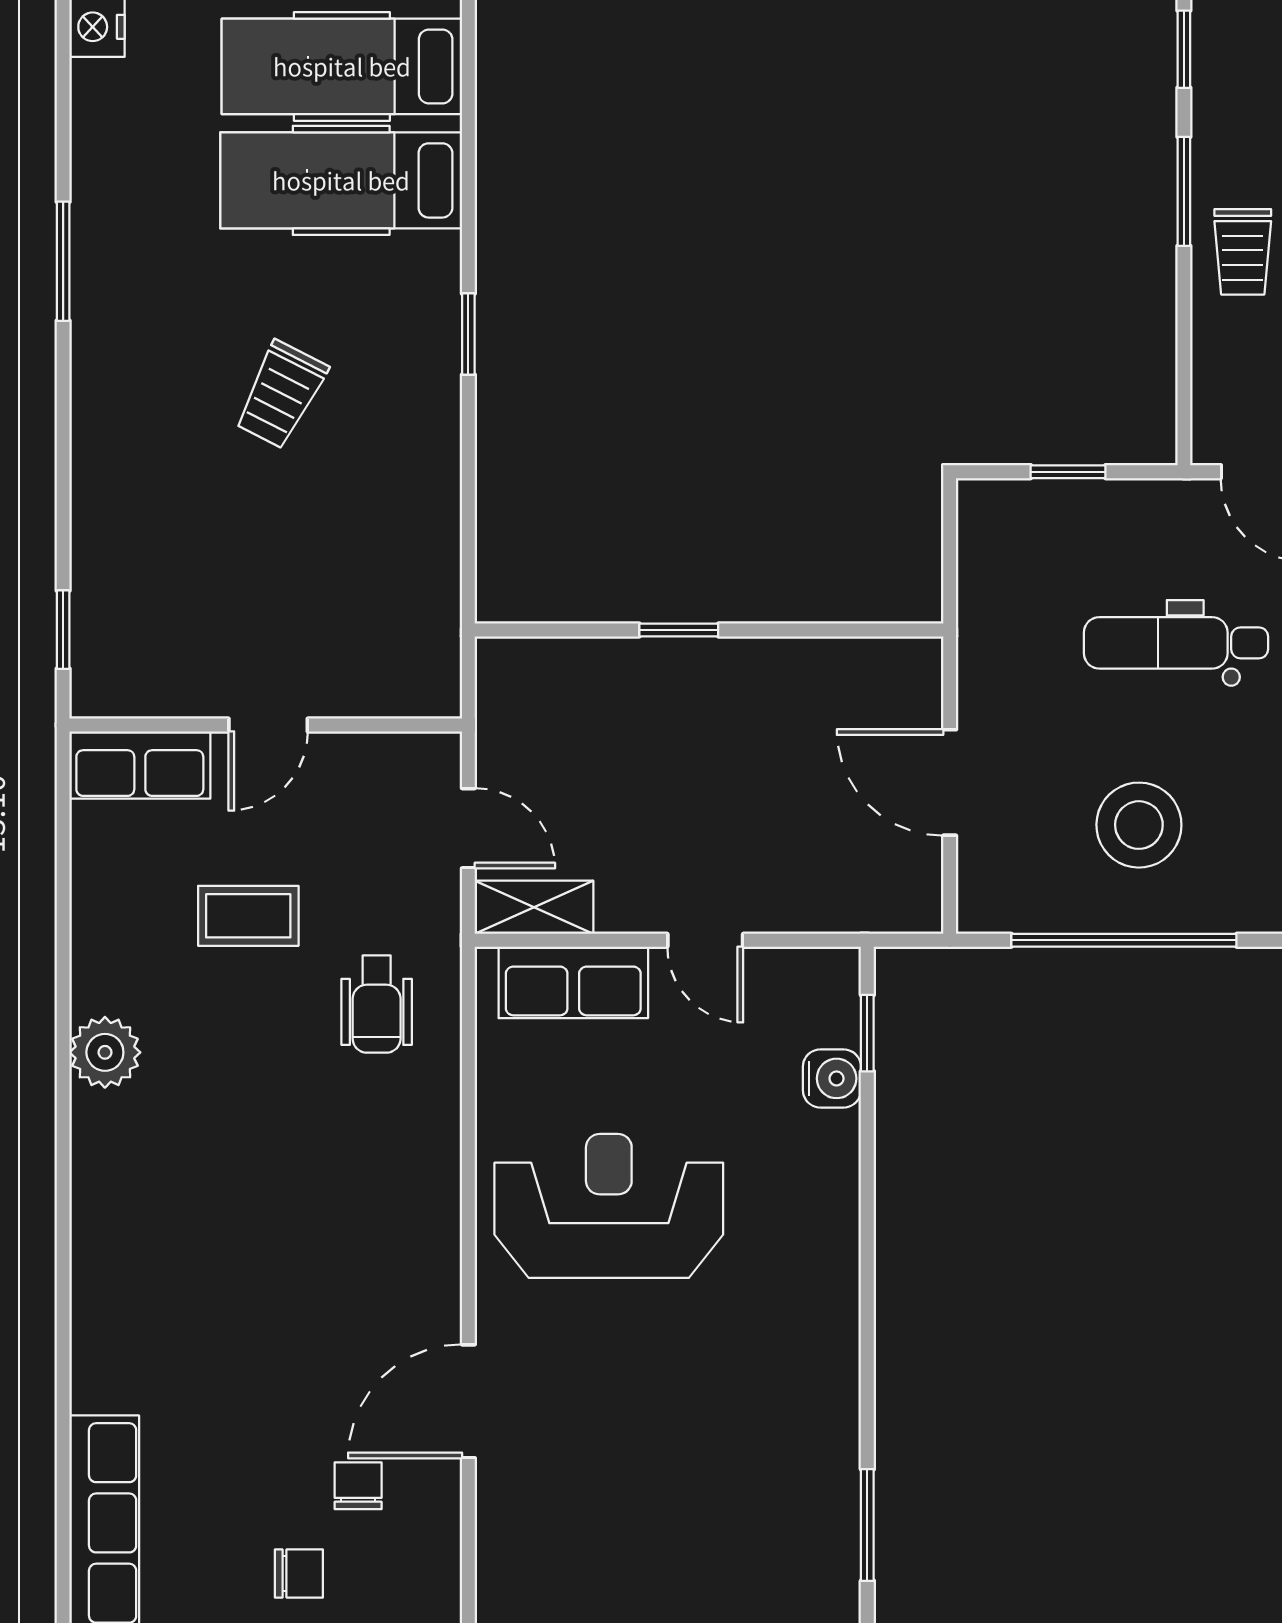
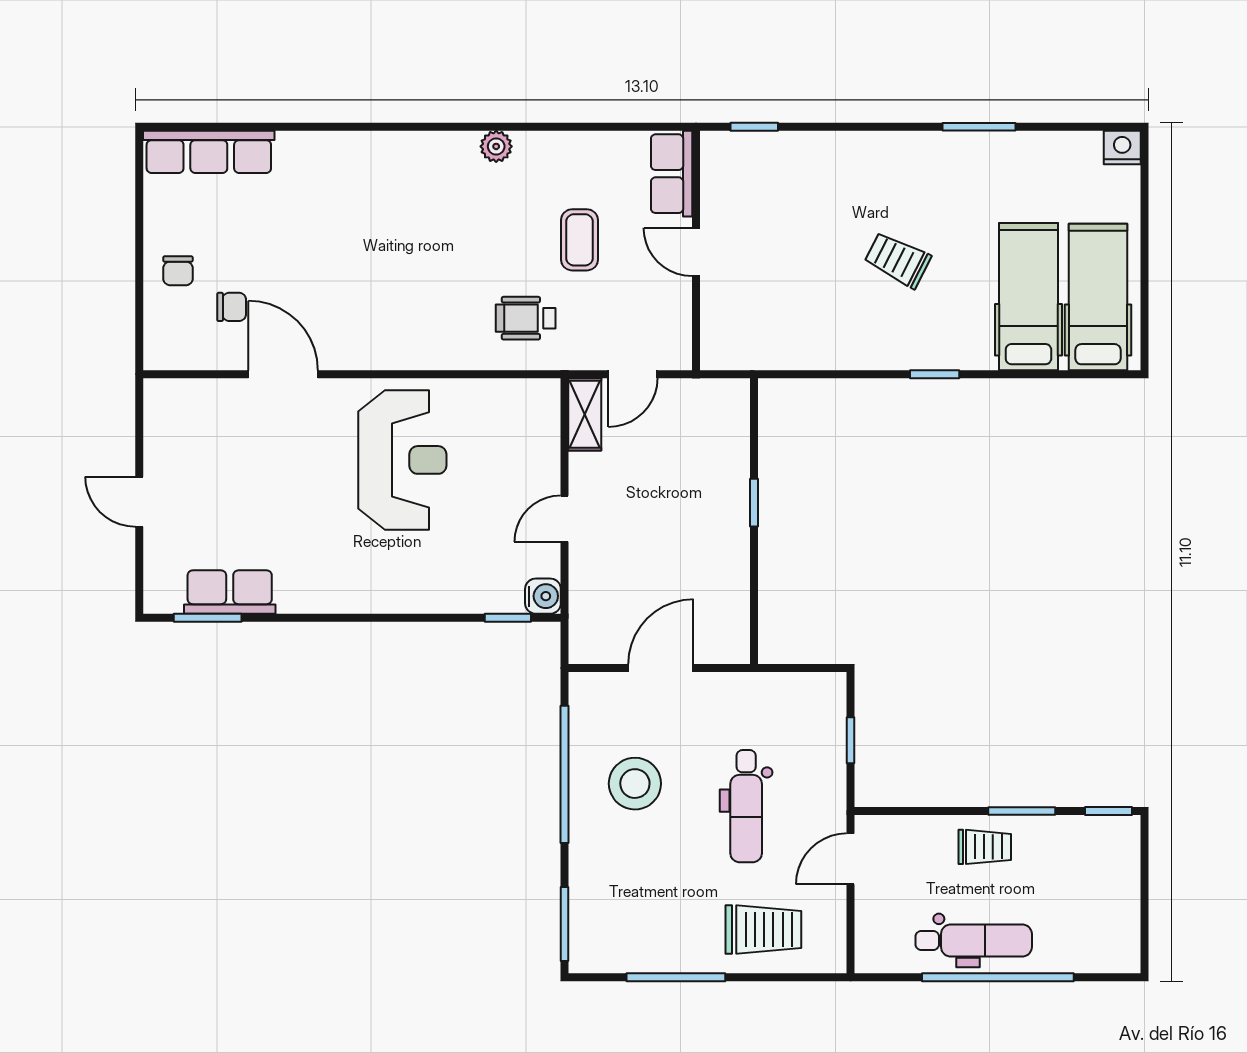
trolley: (1243, 252) -> (985, 847), turned 180
dental chair: (1176, 643) -> (746, 806), turned 180
row of seats: (573, 982) -> (230, 592), moved, turned 90
plant: (105, 1052) -> (496, 146), width x0.73, depth x0.73
water cooler: (832, 1078) -> (543, 596), moved, turned -90

